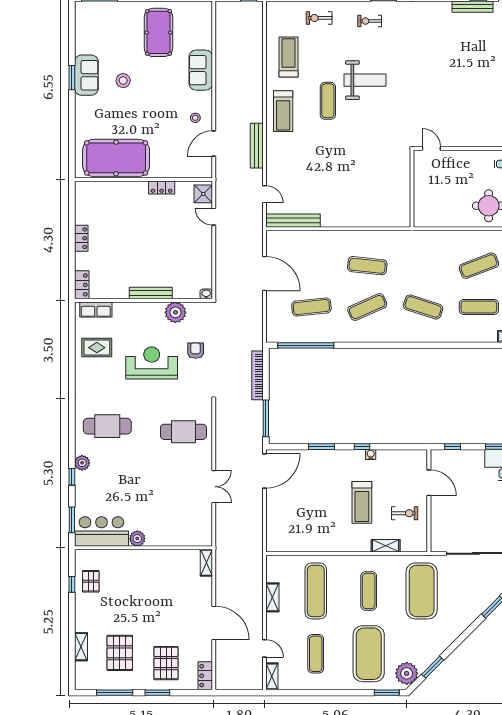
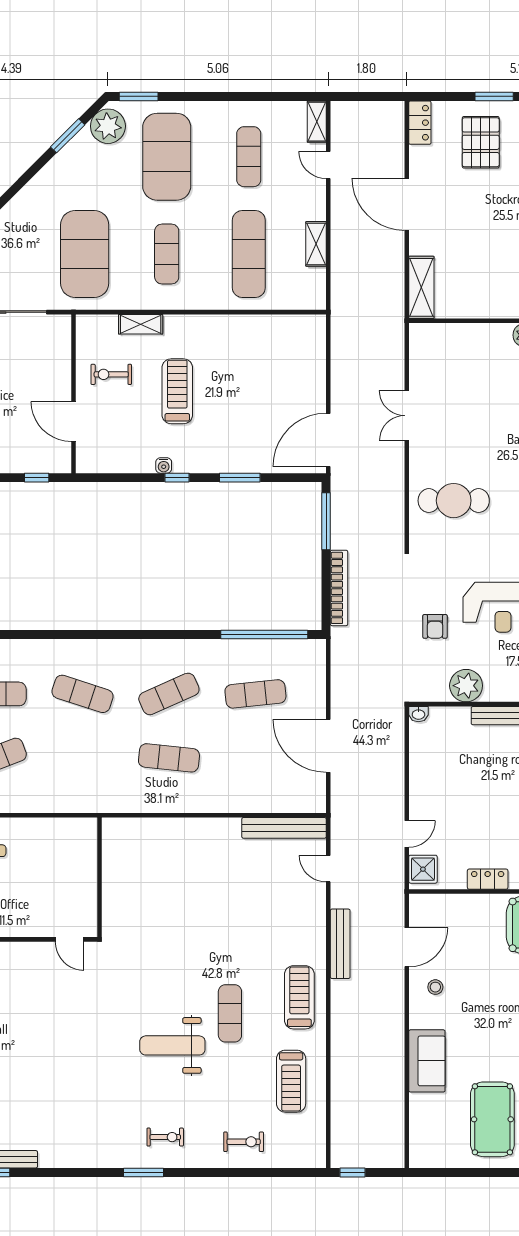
door: (214, 217) -> (407, 834), hinge flipped
shelving: (206, 563) -> (421, 287), width x1.50, depth x1.33

